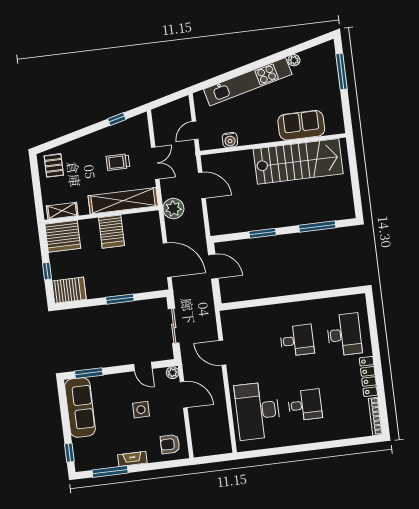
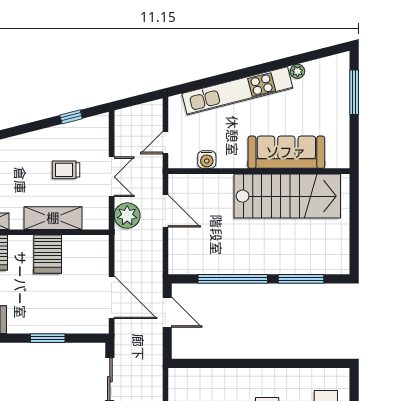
sofa: (301, 125) -> (286, 152), width x1.36
shelving: (123, 201) -> (53, 218), width x0.68
plant: (173, 208) -> (127, 216), moved
window: (263, 233) -> (233, 279), width x2.11

